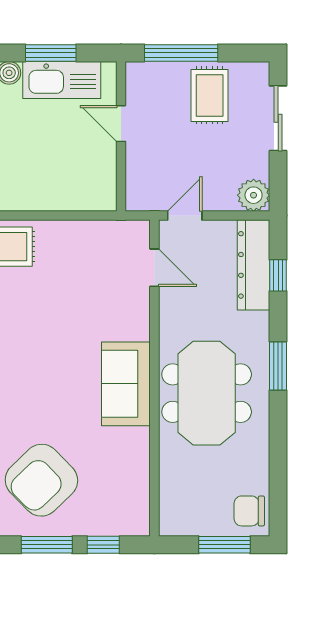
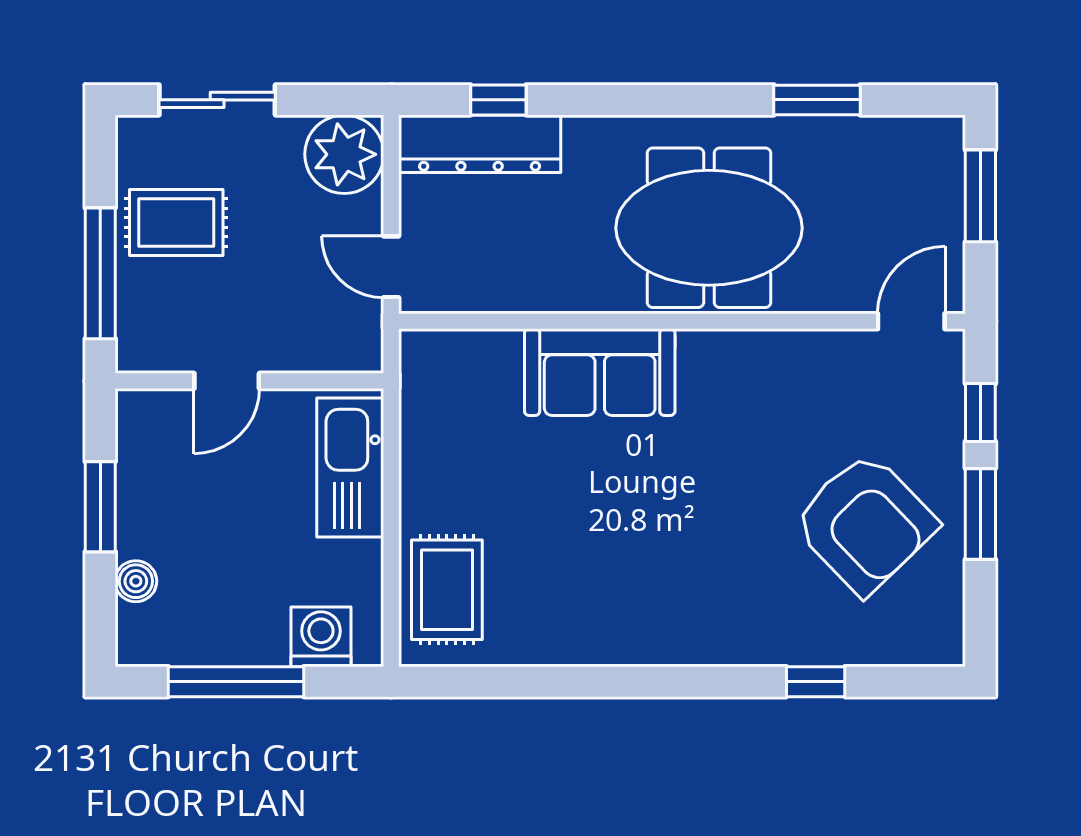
kitchen sink: (62, 80) -> (350, 468), moved, turned 180
plant: (254, 195) -> (344, 154), width x1.36, depth x1.36
door: (154, 268) -> (911, 321), moved
window: (278, 366) -> (817, 100), moved
sofa: (126, 384) -> (600, 372), moved
chair: (249, 511) -> (920, 151), removed

